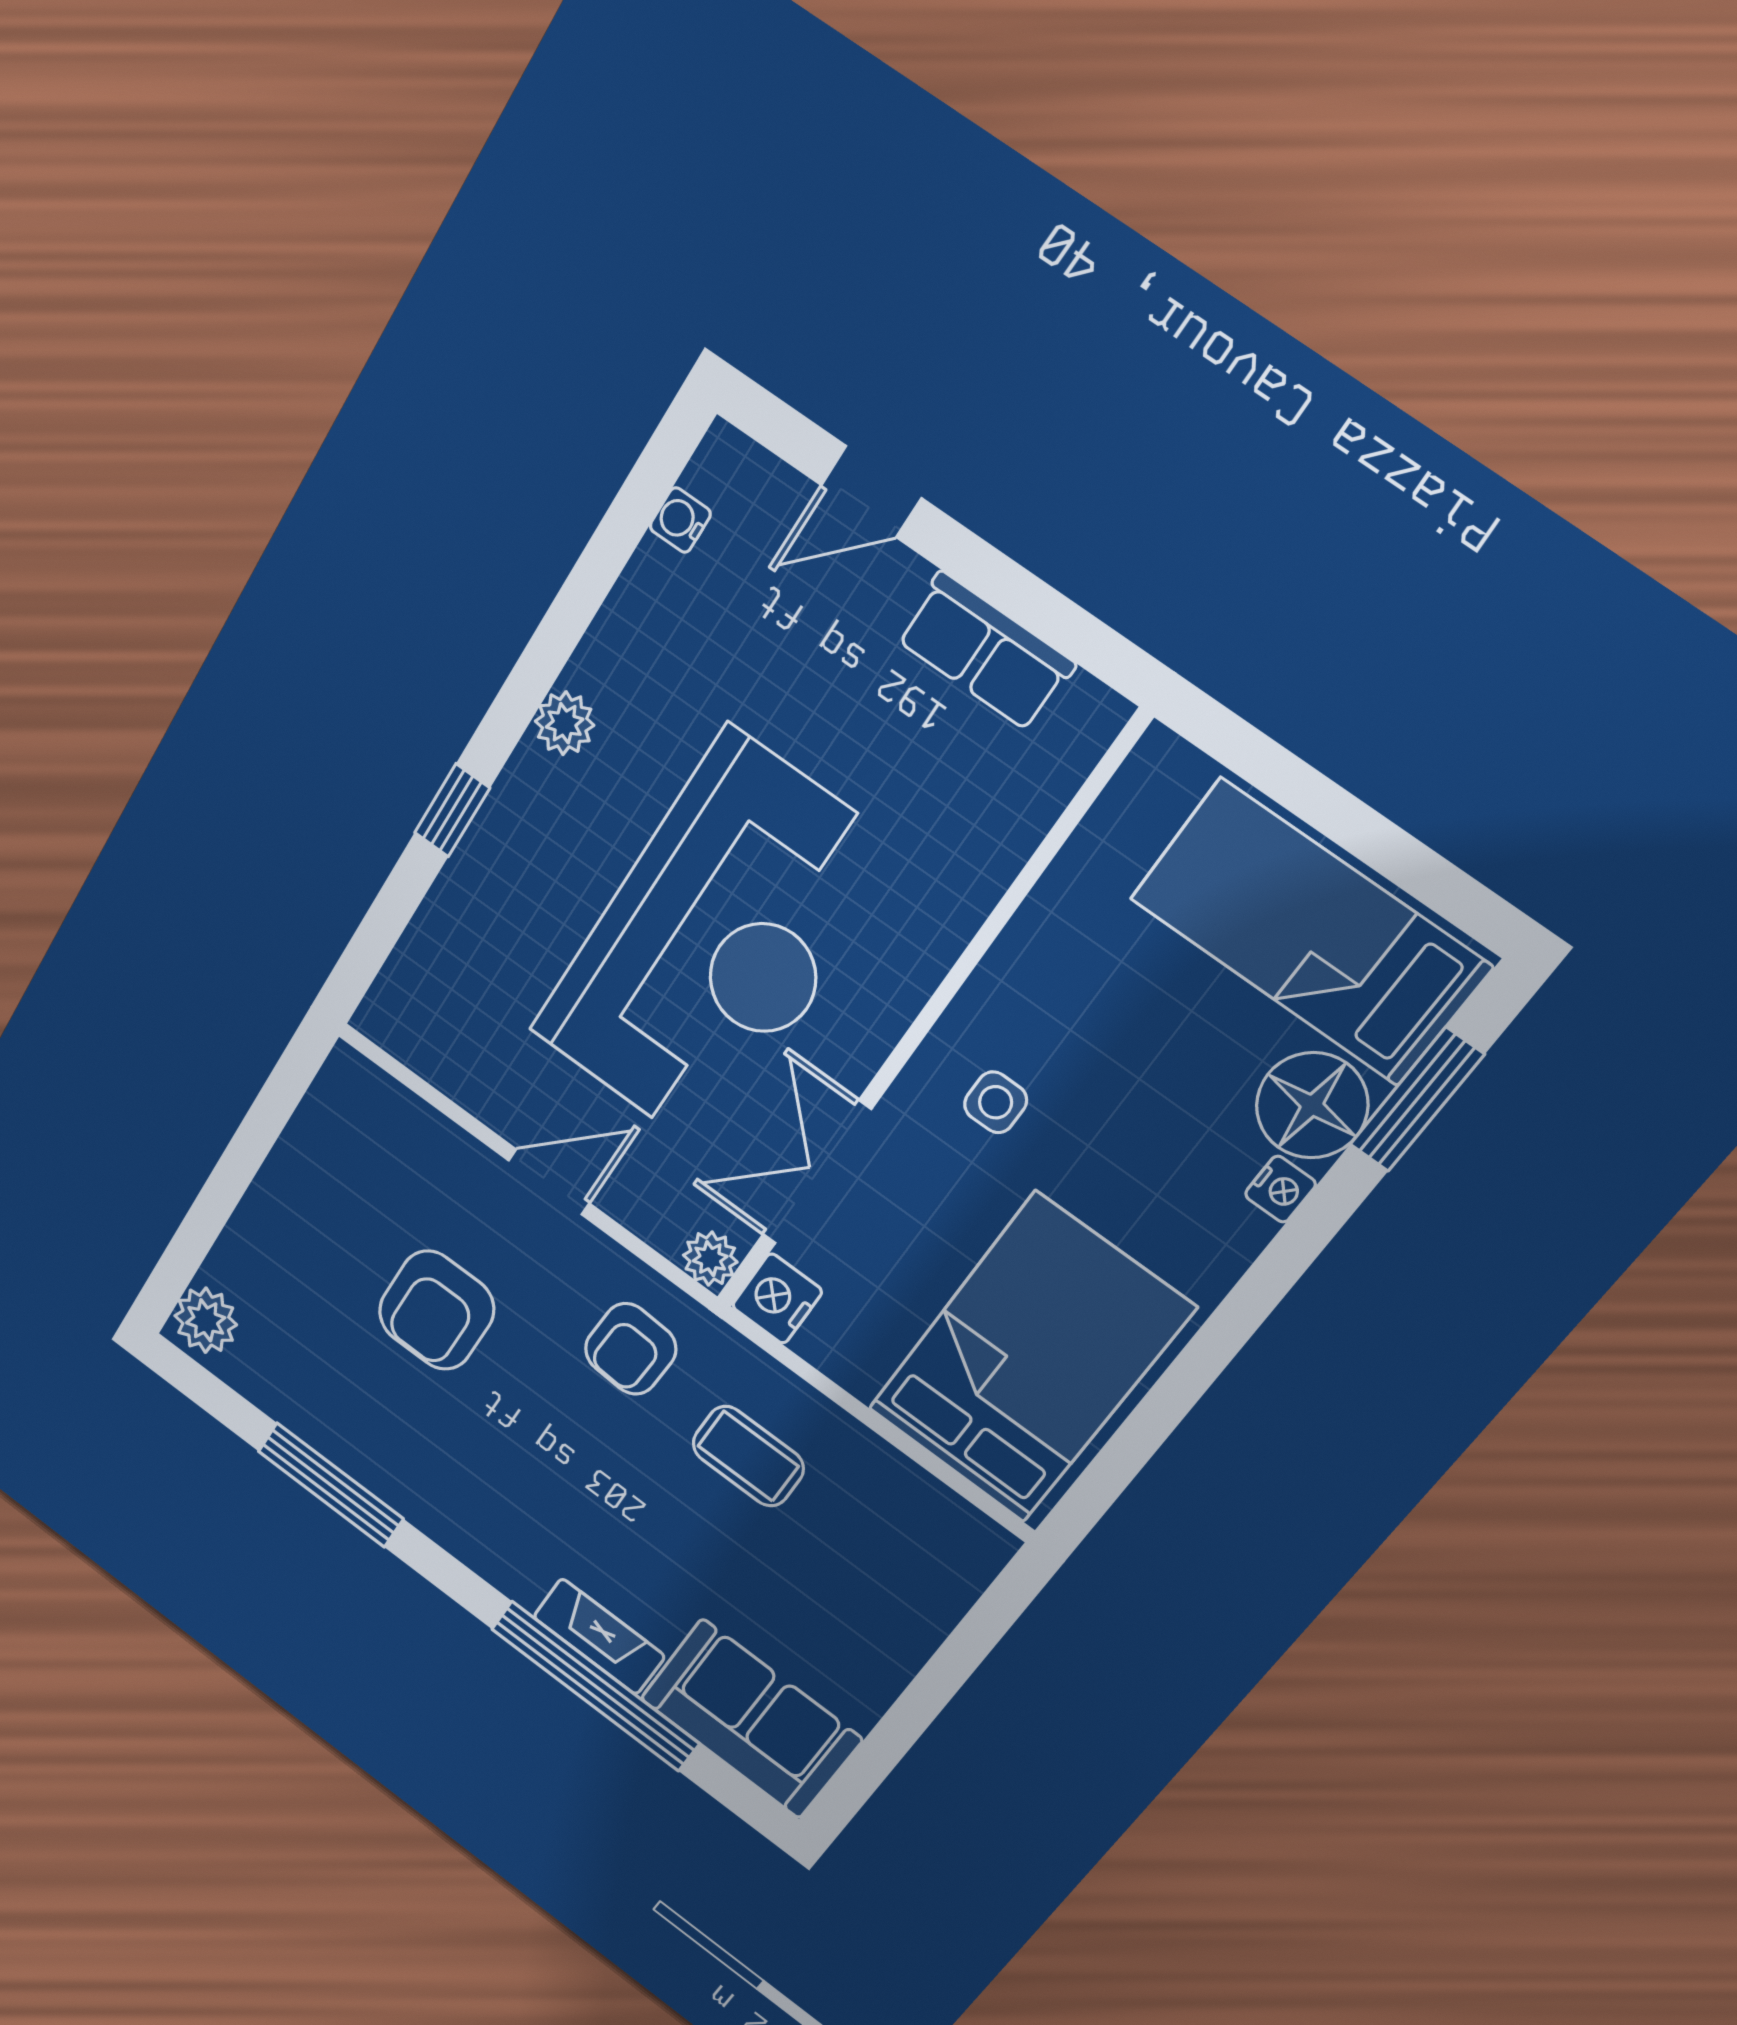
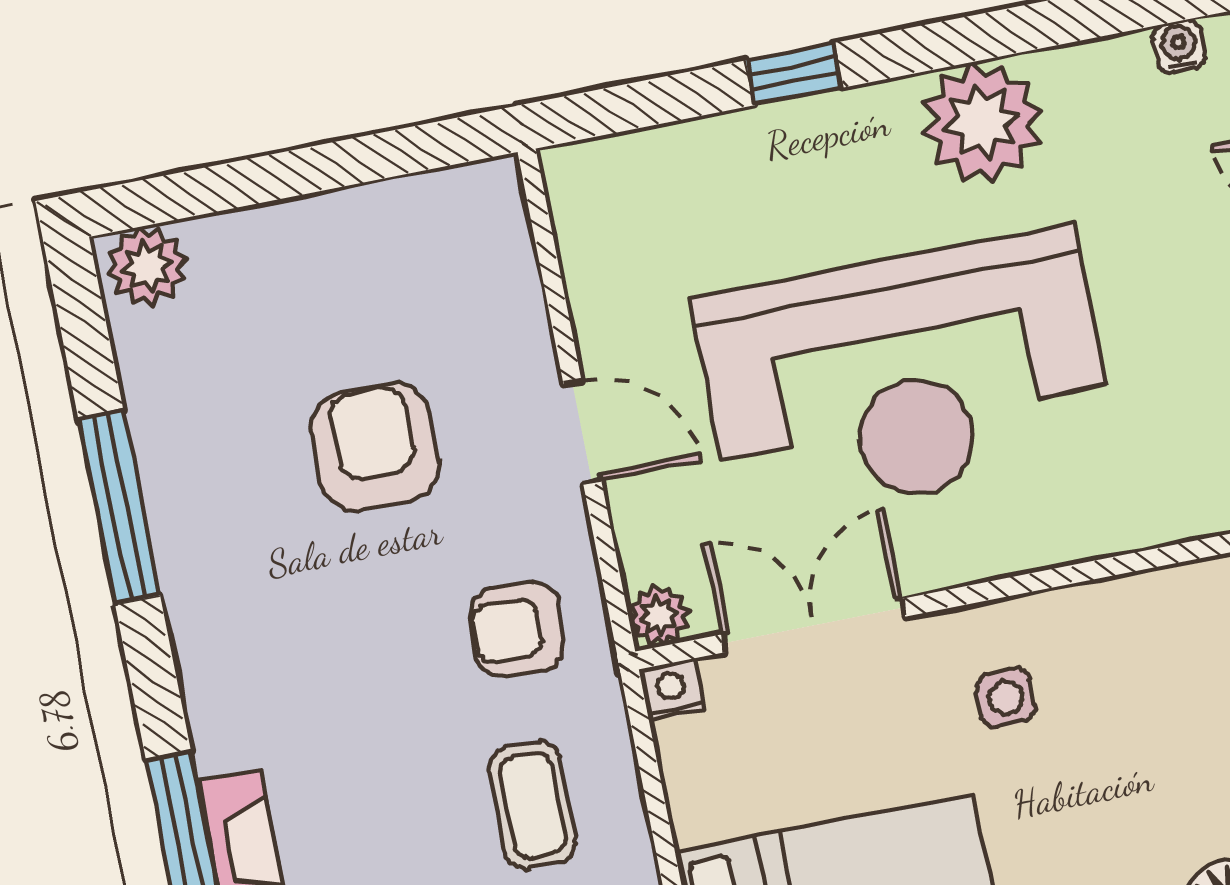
plant: (565, 723) -> (982, 122), width x1.88, depth x1.88
nightstand: (777, 1299) -> (671, 690), width x0.72, depth x0.74
armchair: (436, 1310) -> (375, 447), turned 90

